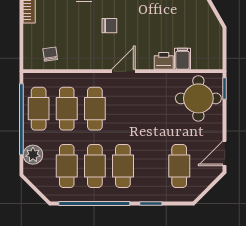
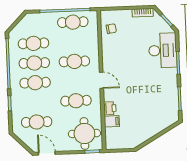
chair: (109, 26) -> (133, 69), removed
cafe table: (67, 109) -> (76, 101), moved
plant: (33, 155) -> (40, 19), removed

